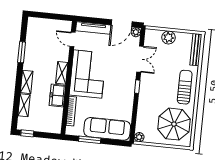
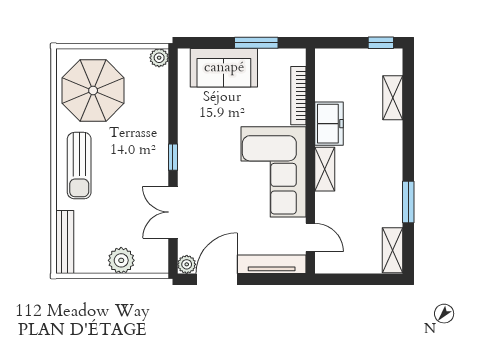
shelving: (27, 82) -> (392, 250), moved
sofa: (107, 129) -> (224, 68), width x0.73

